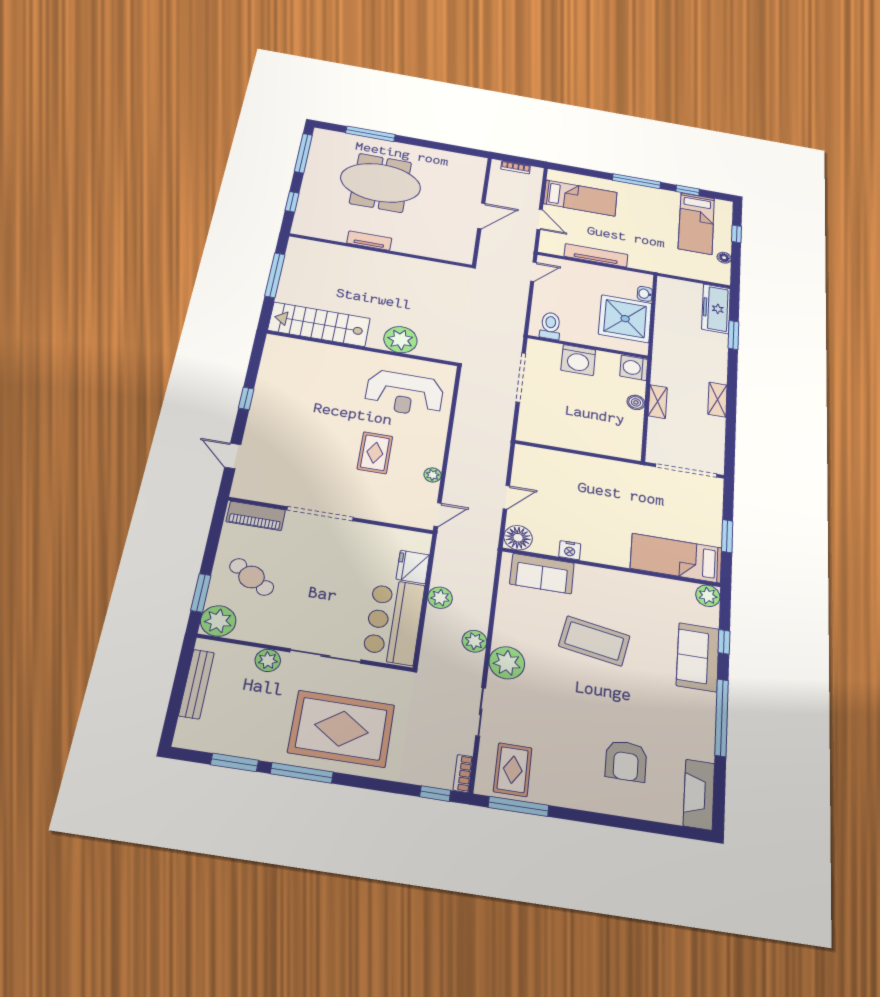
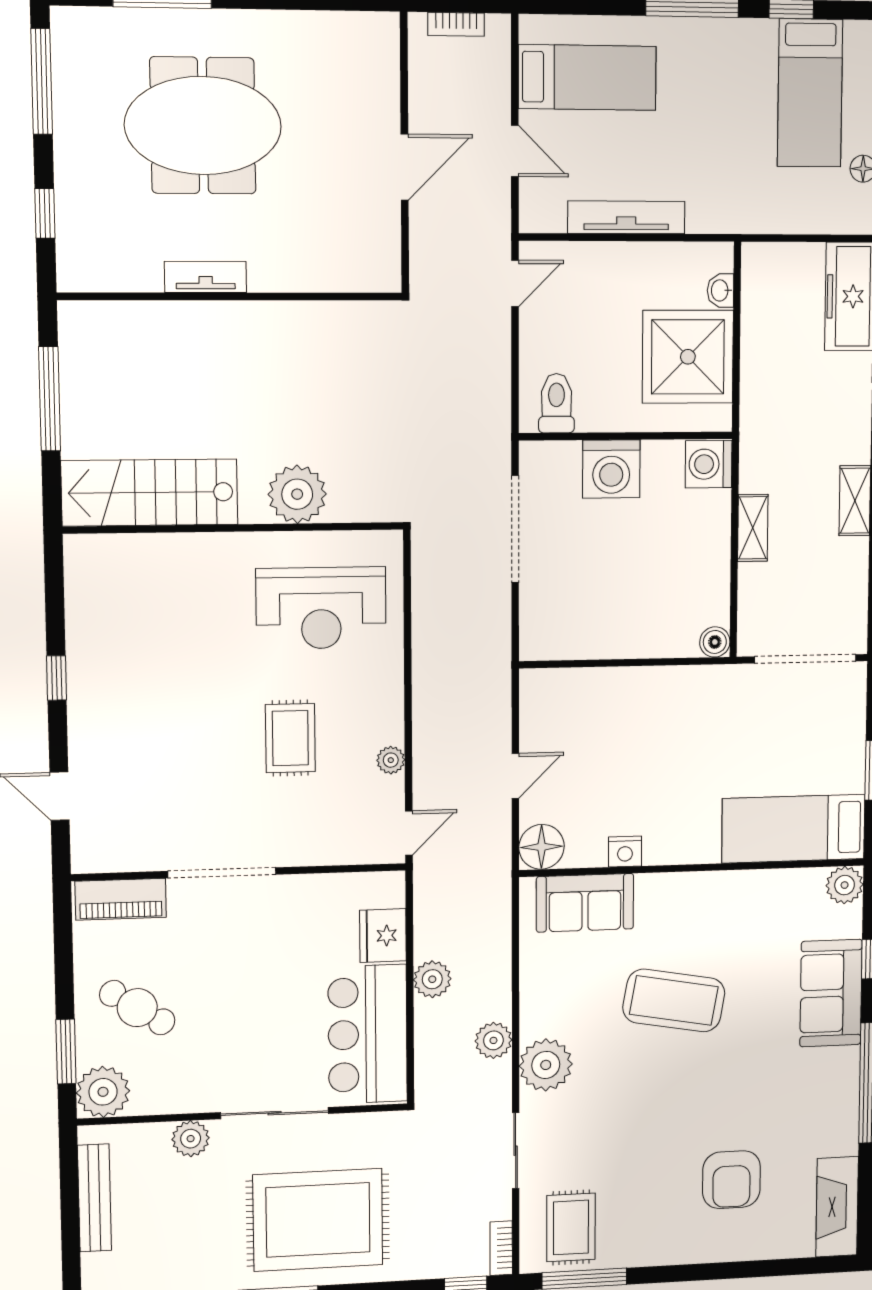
boiler: (636, 402) -> (715, 642), moved

